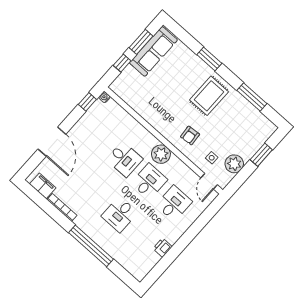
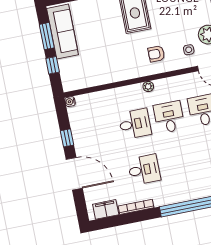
window: (87, 102) -> (67, 138), moved
armchair: (190, 136) -> (156, 54), turned 95
plant: (161, 154) -> (148, 86), width x0.53, depth x0.53
desk: (120, 214) -> (144, 170), moved, turned -90

